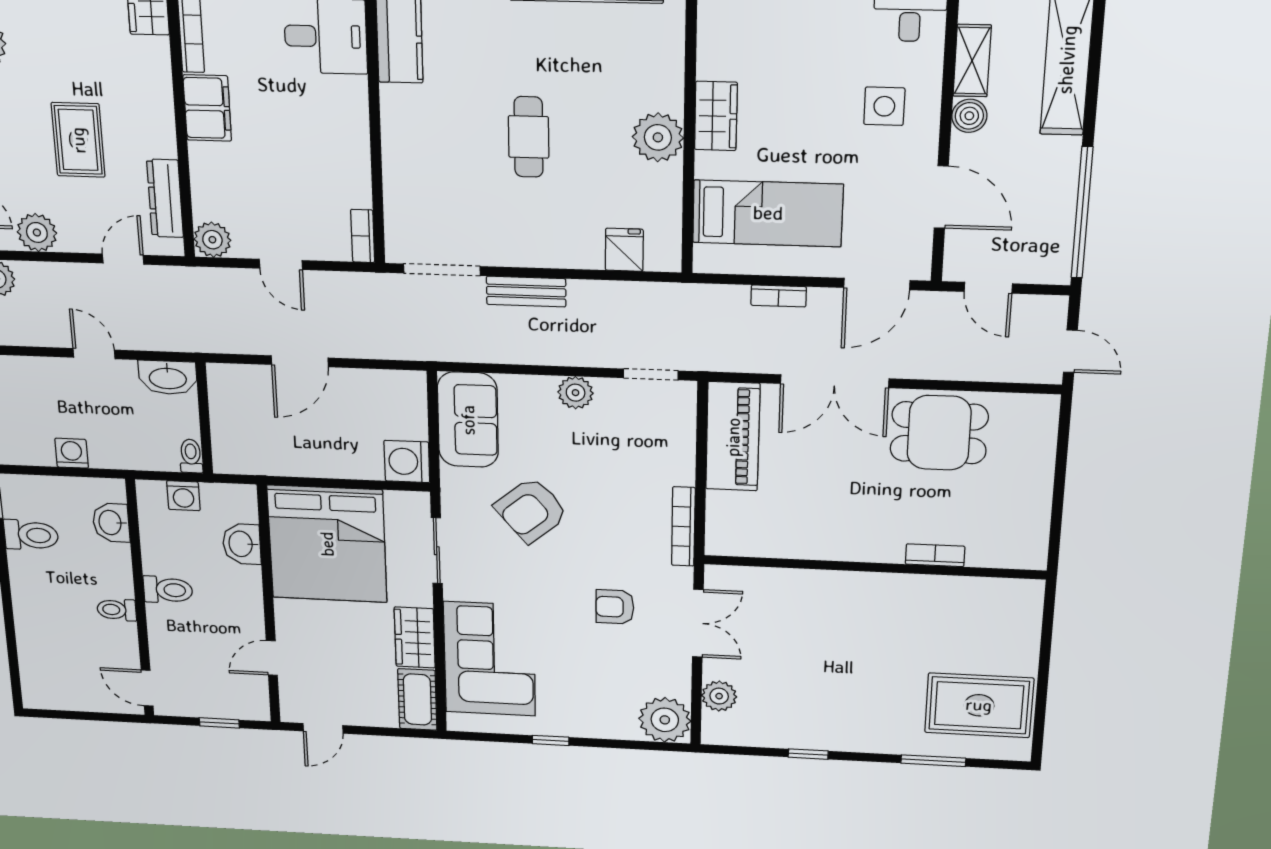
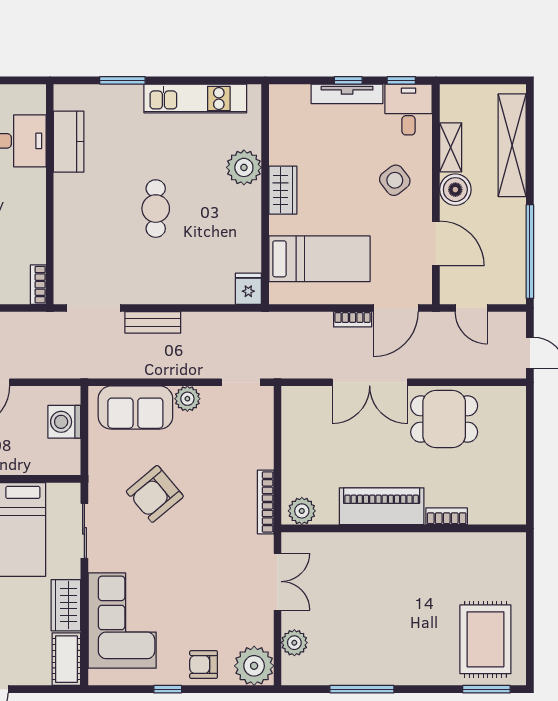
side table: (884, 106) -> (395, 180), turned -38
boiler: (969, 116) -> (455, 190), width x1.36, depth x1.36
plant: (658, 137) -> (244, 167), moved
fridge: (624, 250) -> (248, 289), moved
bookcase: (779, 296) -> (353, 319), moved
sofa: (468, 420) -> (135, 408), moved, turned 90
piano: (733, 437) -> (382, 506), moved, turned -90
washing machine: (407, 461) -> (64, 422), moved
plant: (733, 540) -> (302, 511), added
armchair: (615, 607) -> (204, 665), moved
rug: (979, 705) -> (485, 639), turned 90
window: (808, 754) -> (362, 689), width x2.17
window: (933, 761) -> (486, 689), moved

